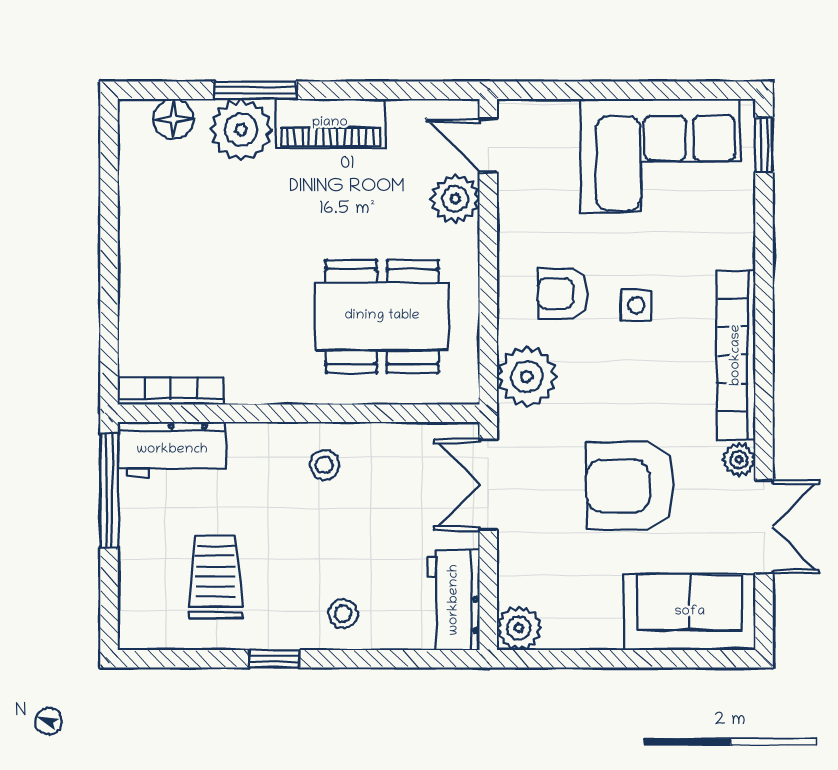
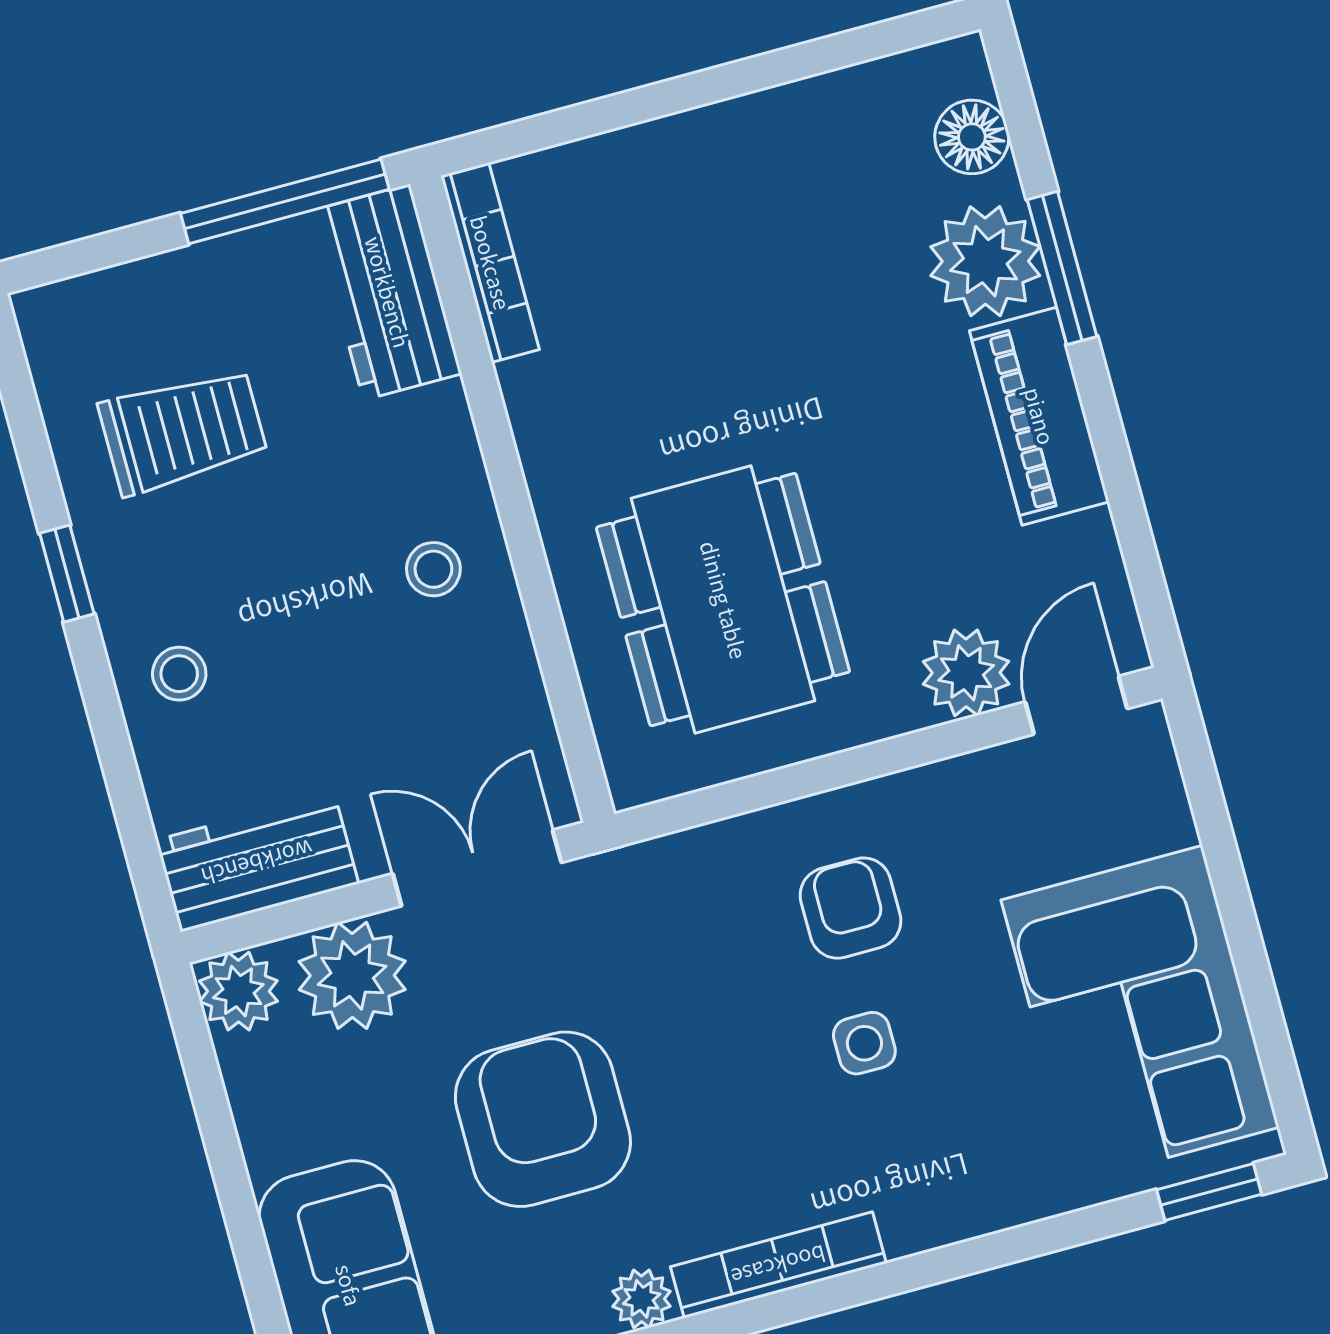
bookcase: (736, 355) -> (778, 1265), width x0.68, depth x0.76
plant: (527, 377) -> (352, 975), moved

